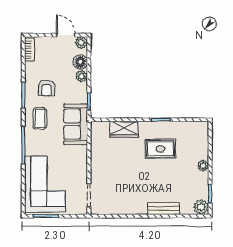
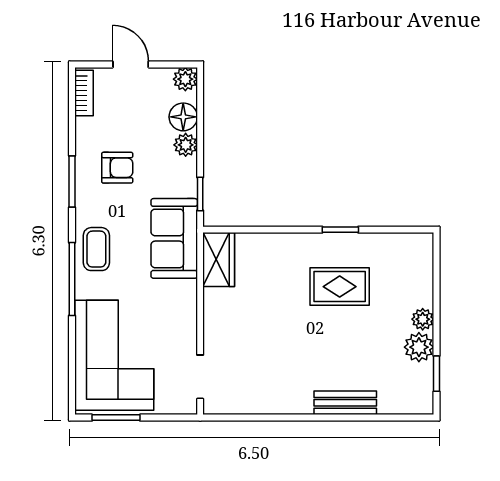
door: (66, 35) -> (131, 64), moved
armchair: (46, 88) -> (117, 168), turned -90
coffee table: (40, 118) -> (96, 249), moved
wardrobe: (124, 129) -> (219, 259), moved, turned -90
plant: (201, 207) -> (419, 347), moved

